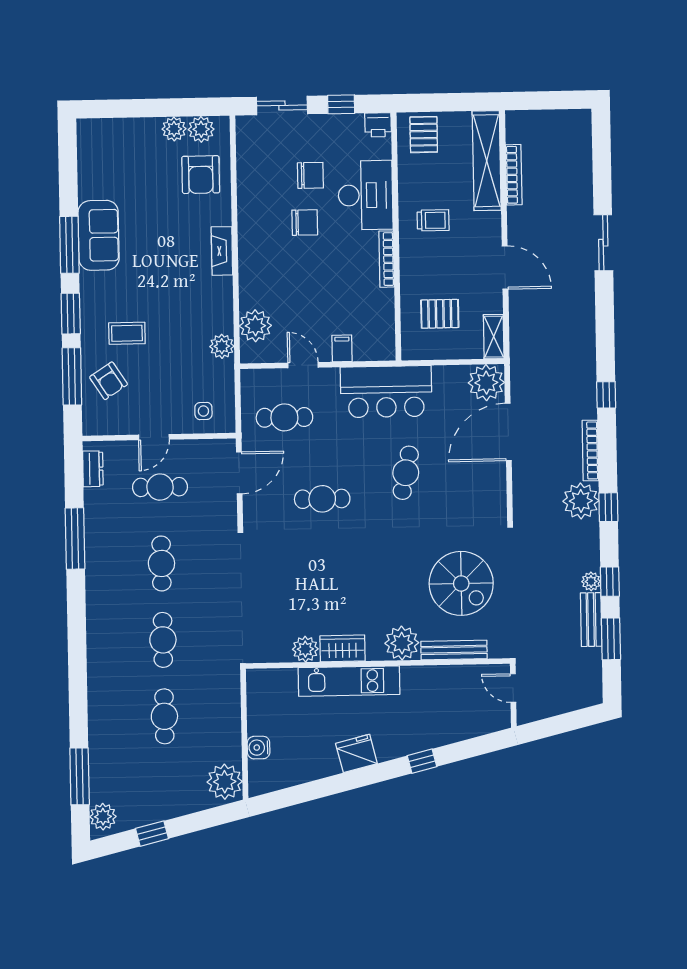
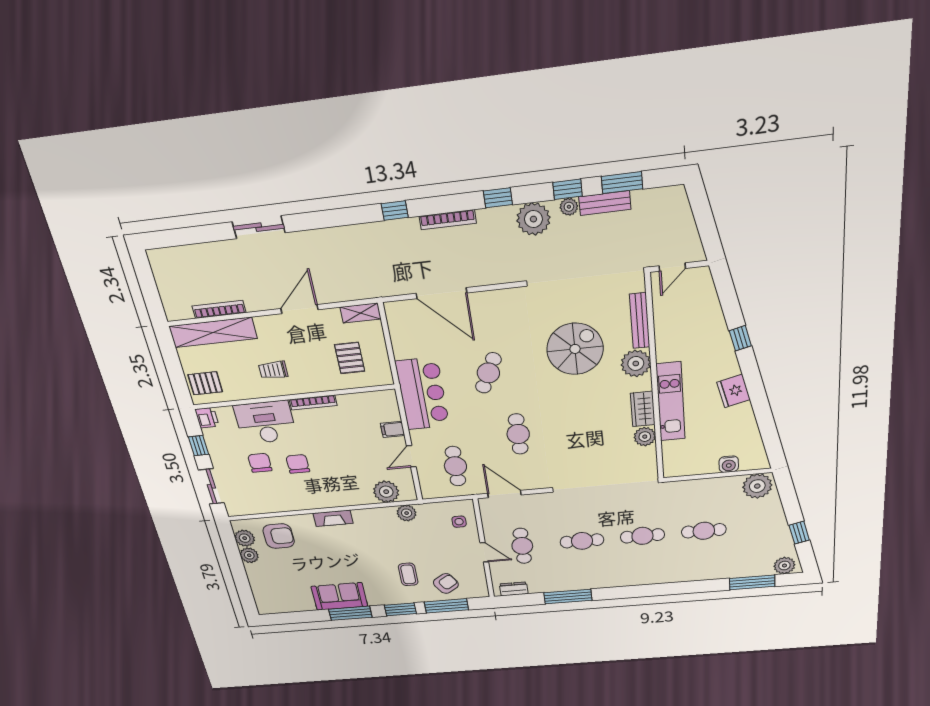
trolley: (433, 220) -> (273, 370), turned -90
plant: (486, 383) -> (401, 315), removed
cafe table: (406, 473) -> (488, 373), turned -76
plant: (581, 501) -> (533, 219), moved
spiral stairs: (461, 583) -> (575, 349), moved

